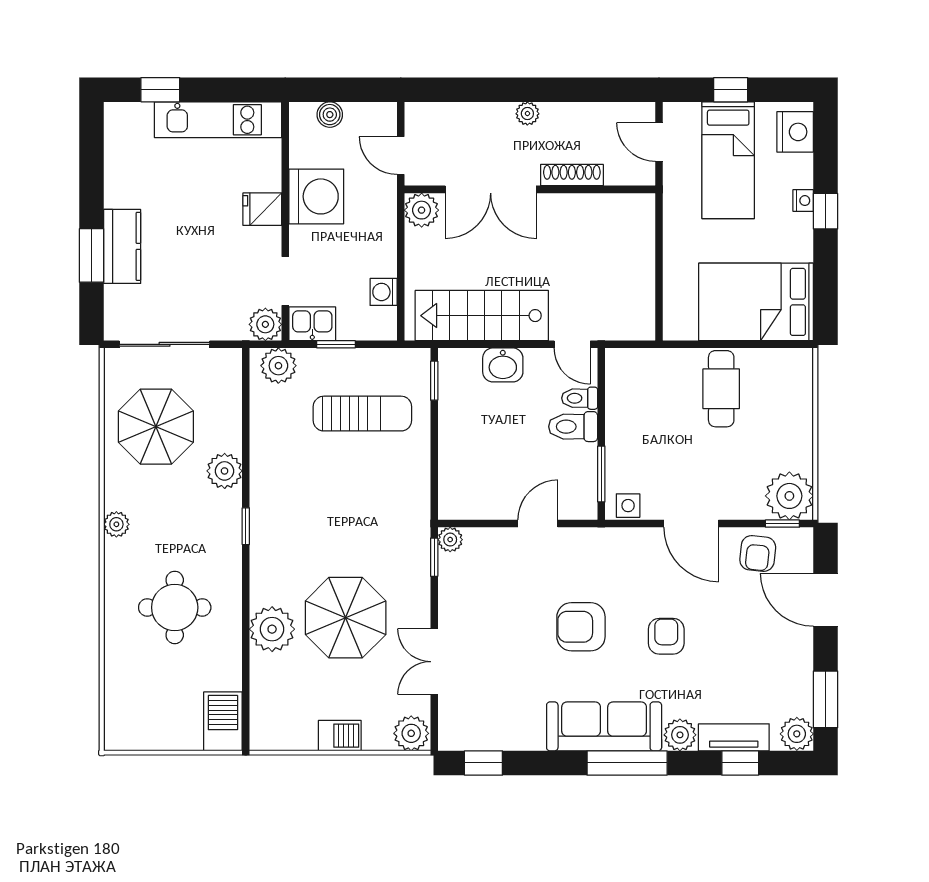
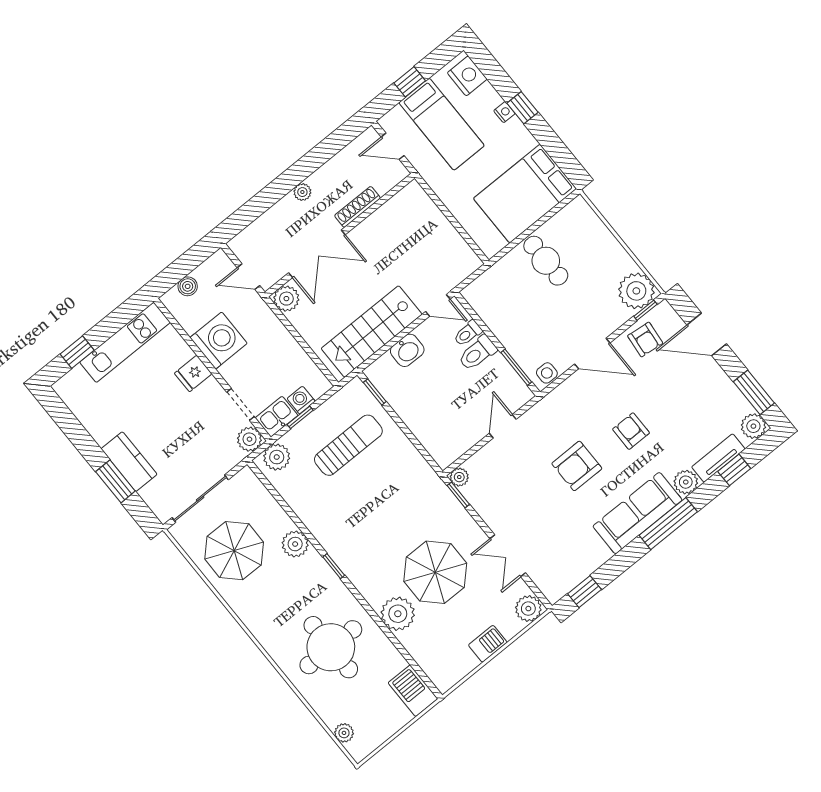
washing machine: (384, 292) -> (301, 400), moved, turned 90
plant: (116, 524) -> (344, 733), moved
round table: (175, 607) -> (331, 647), width x1.36, depth x1.36

